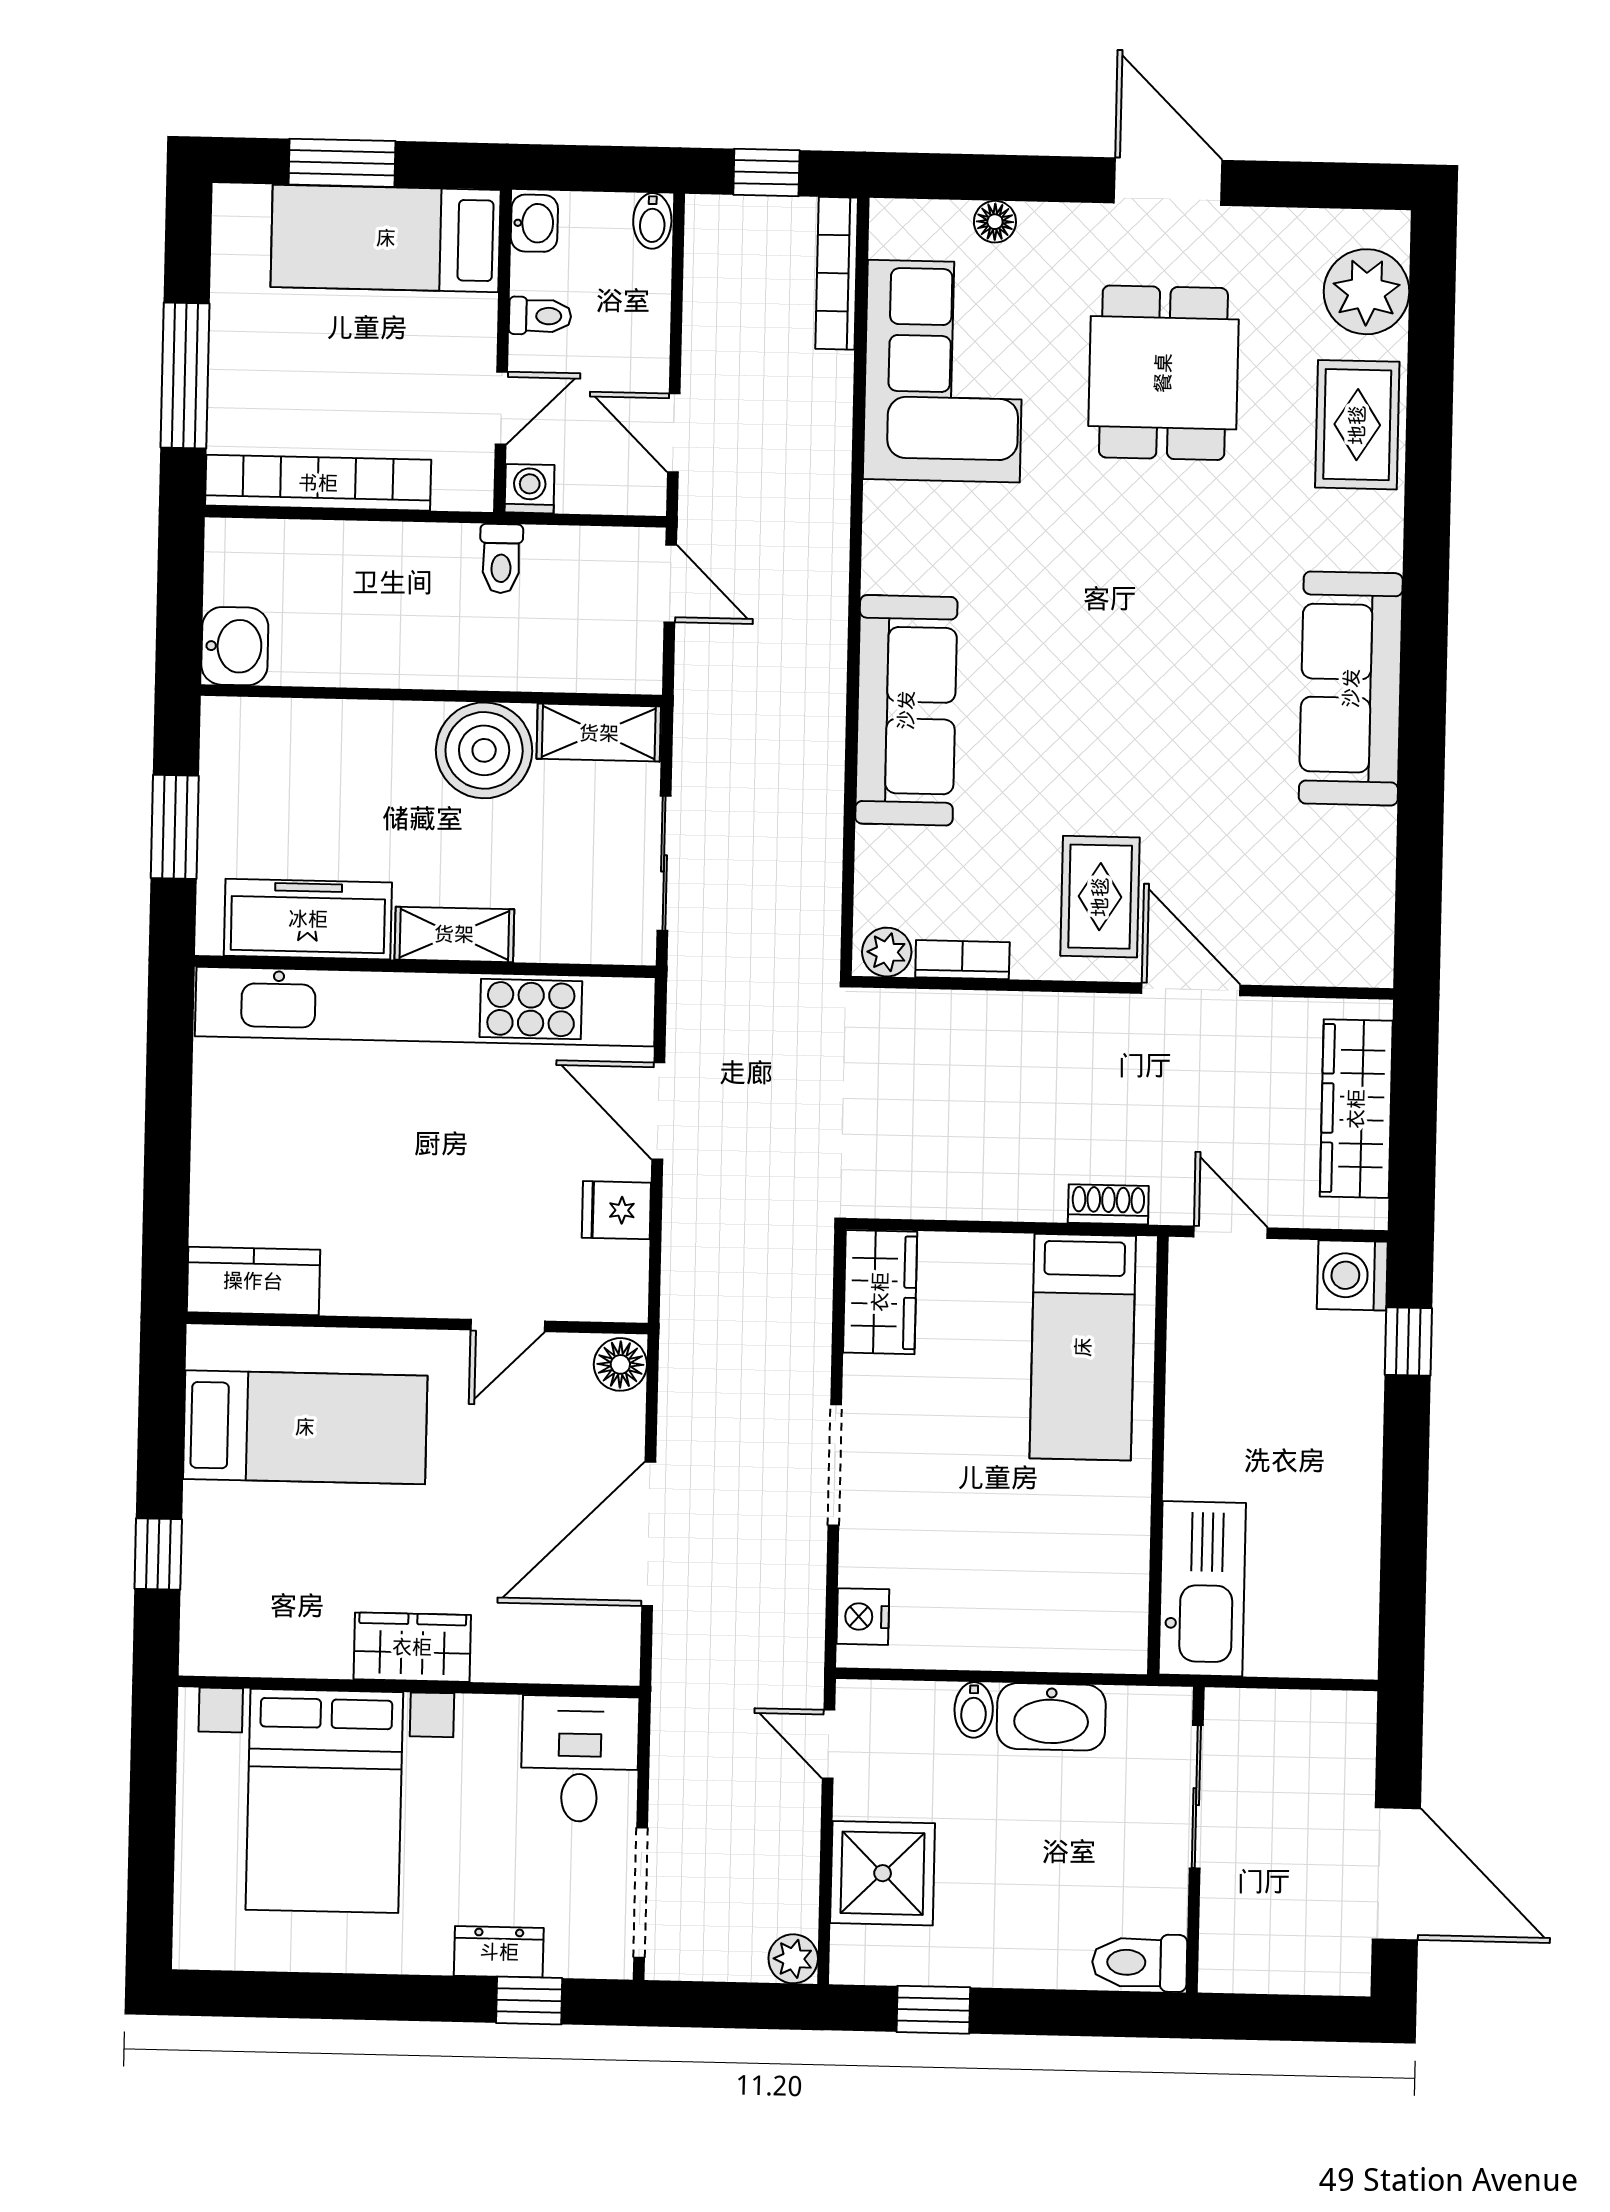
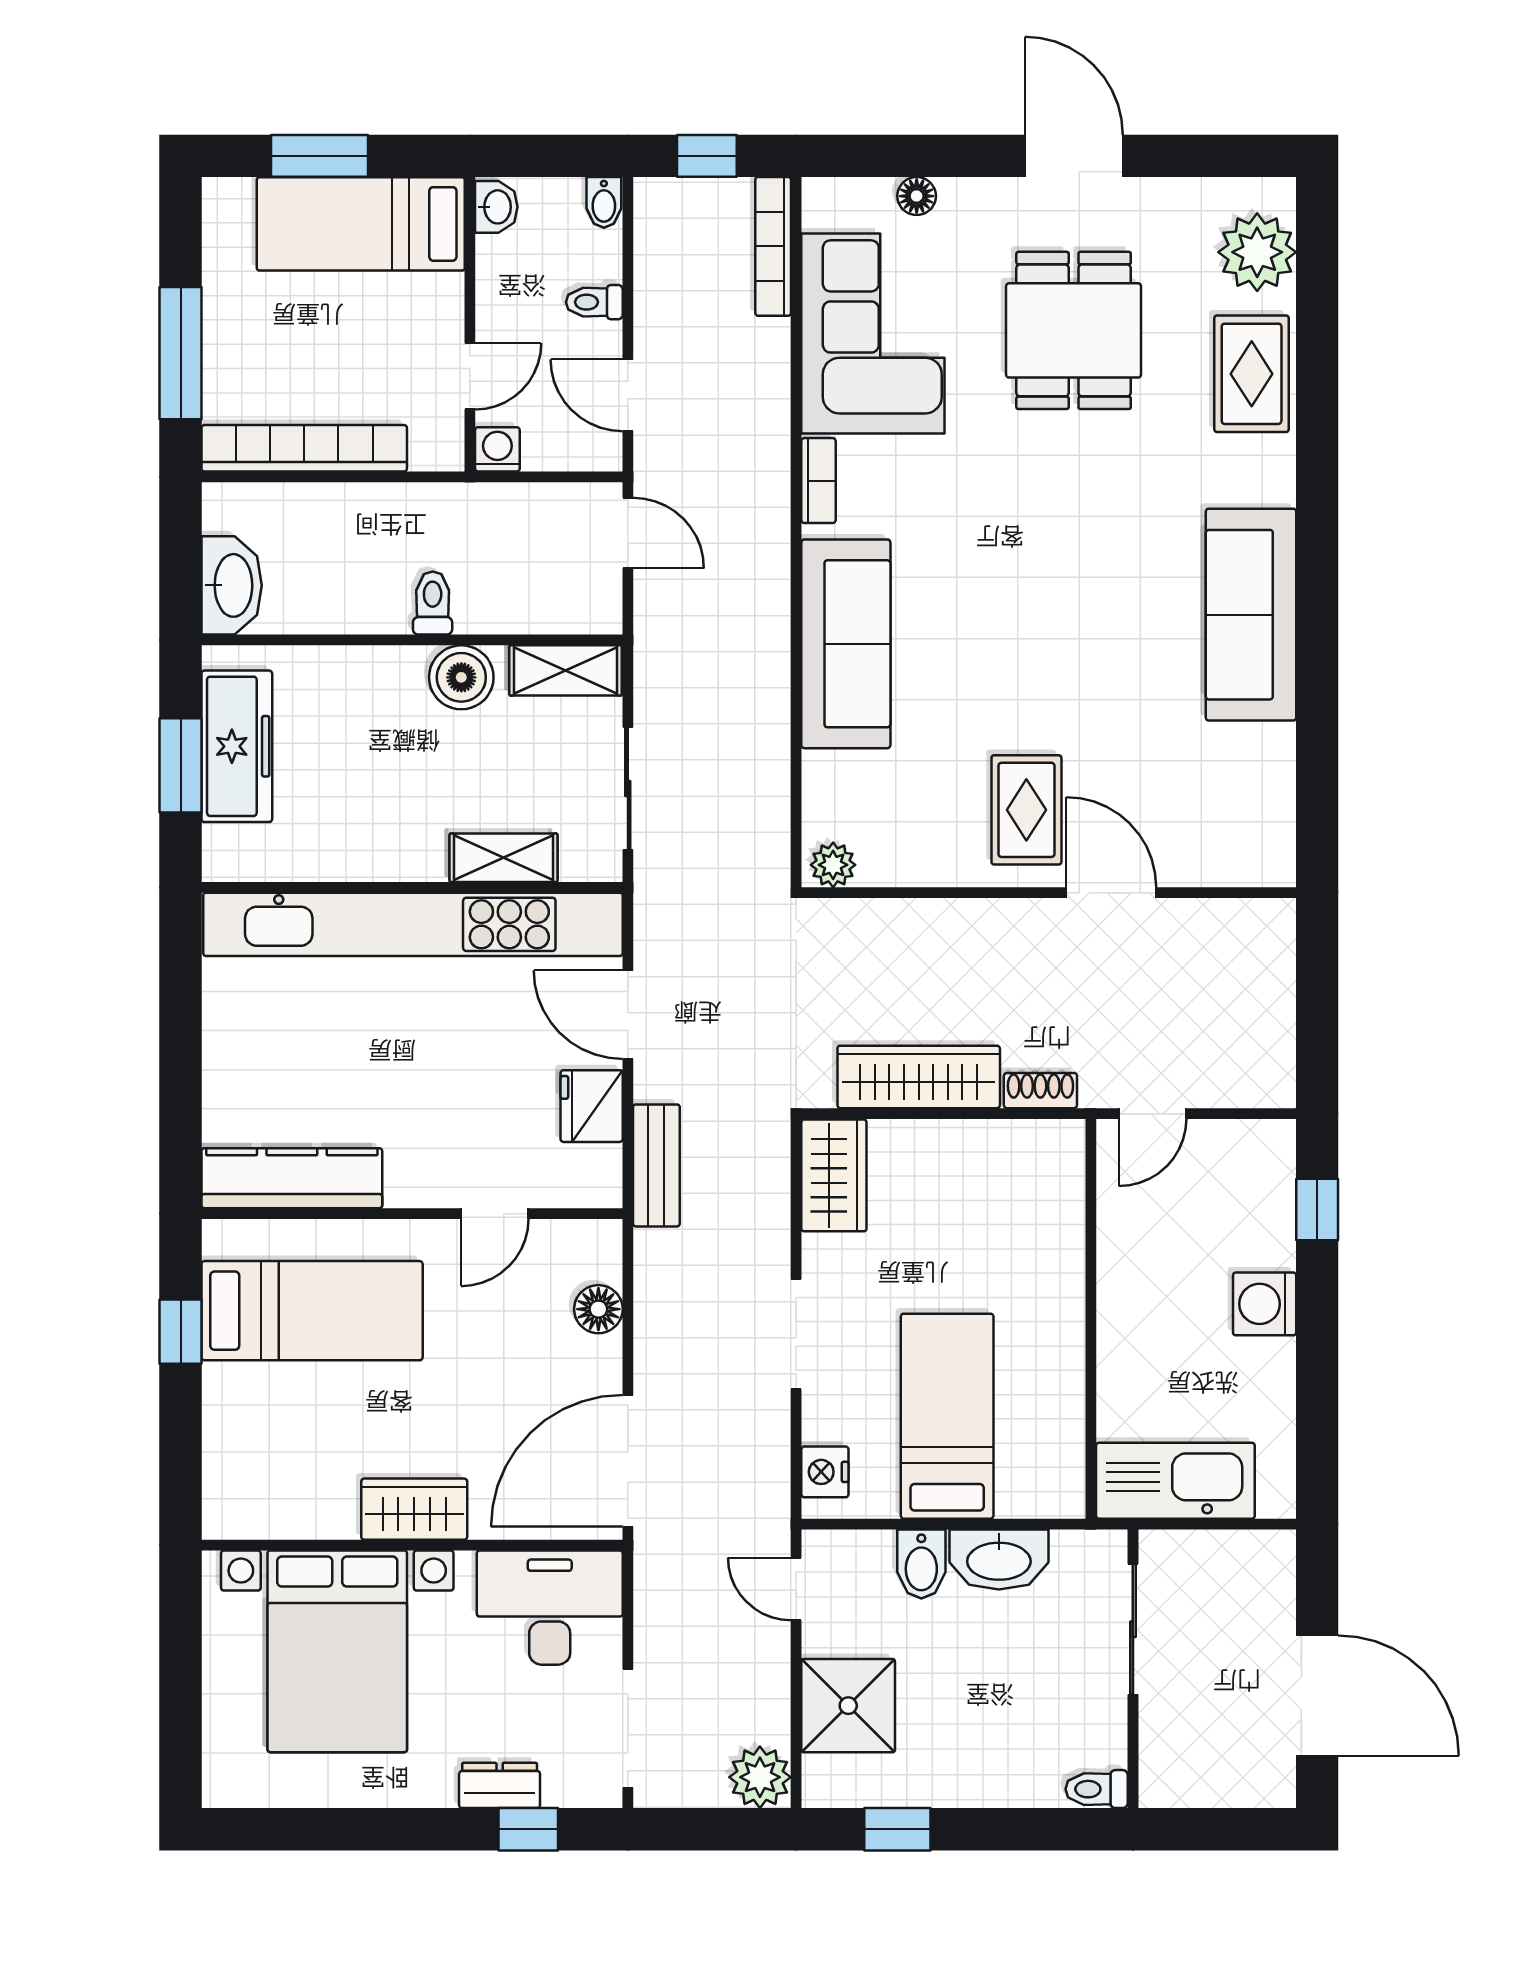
toilet: (540, 316) -> (594, 302), moved, turned 180
toilet: (501, 559) -> (433, 603), moved, turned 180
washbasin: (235, 646) -> (232, 585), width x1.38
boiler: (484, 750) -> (461, 677), width x0.73, depth x0.73
freezer: (308, 919) -> (237, 746), moved, turned 90
shelving: (454, 934) -> (503, 858), moved
bookcase: (962, 960) -> (819, 481), moved, turned 90
wardrobe: (1356, 1109) -> (919, 1077), moved, turned 90
fridge: (616, 1210) -> (592, 1106), width x1.38
door: (1231, 1232) -> (1153, 1114), swing flipped
washing machine: (1352, 1275) -> (1265, 1304), moved
bench: (686, 1277) -> (656, 1165), added
kitchen counter: (253, 1281) -> (292, 1178), width x1.50
bed: (1083, 1347) -> (947, 1416), moved, turned 180
floor lamp: (620, 1364) -> (598, 1309), moved
door: (649, 1534) -> (628, 1461), moved
window: (158, 1554) -> (181, 1332), moved
kitchen sink: (1202, 1589) -> (1175, 1481), moved, turned -90
bidet: (974, 1710) -> (921, 1564), width x1.38, depth x1.36
desk: (580, 1759) -> (550, 1608), width x1.37
plant: (793, 1959) -> (760, 1777), width x1.38, depth x1.38
toilet: (1140, 1963) -> (1097, 1789), width x0.73, depth x0.72

